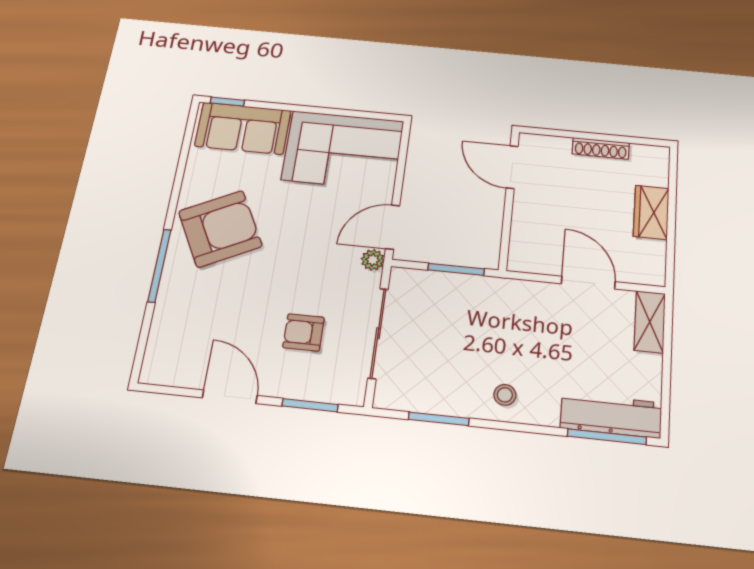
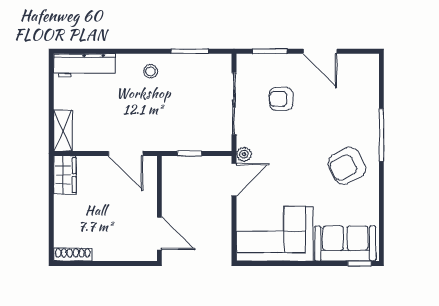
shoe rack: (601, 148) -> (73, 255), moved
wardrobe: (651, 212) -> (65, 175), moved
armchair: (220, 229) -> (347, 166), width x0.73, depth x0.73
window: (456, 269) -> (189, 153), width x0.67
door: (588, 283) -> (126, 153), moved
armchair: (304, 332) -> (281, 99), turned 180
window: (607, 437) -> (86, 51), removed

